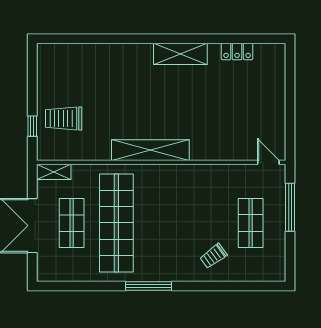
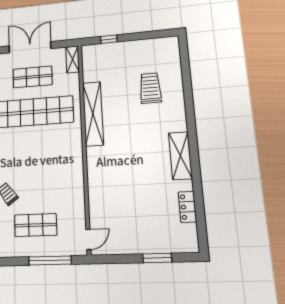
window: (290, 88) -> (157, 258), added
trolley: (64, 119) -> (150, 88), moved
shelving: (150, 150) -> (93, 114), moved

